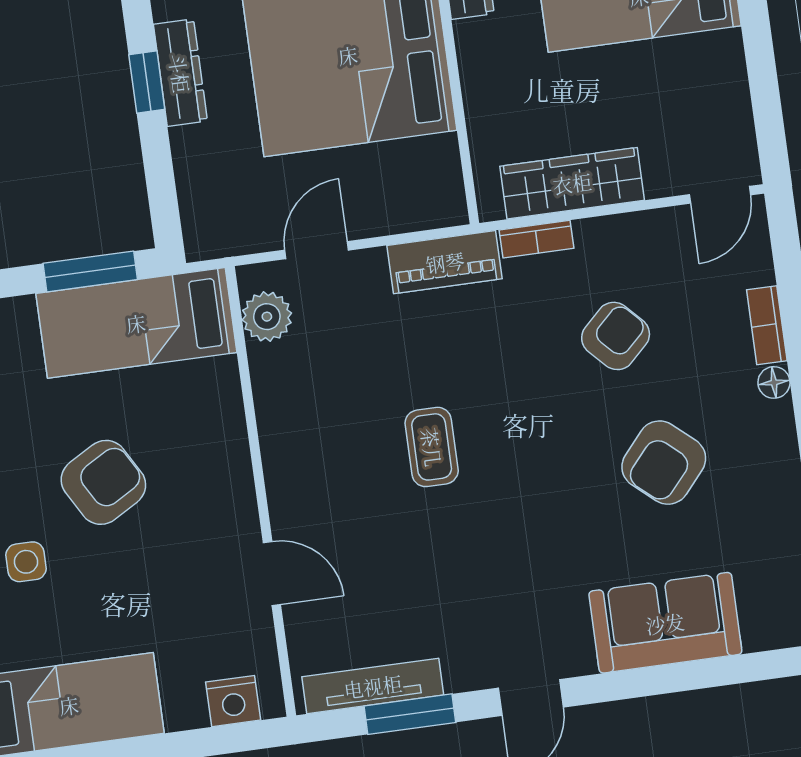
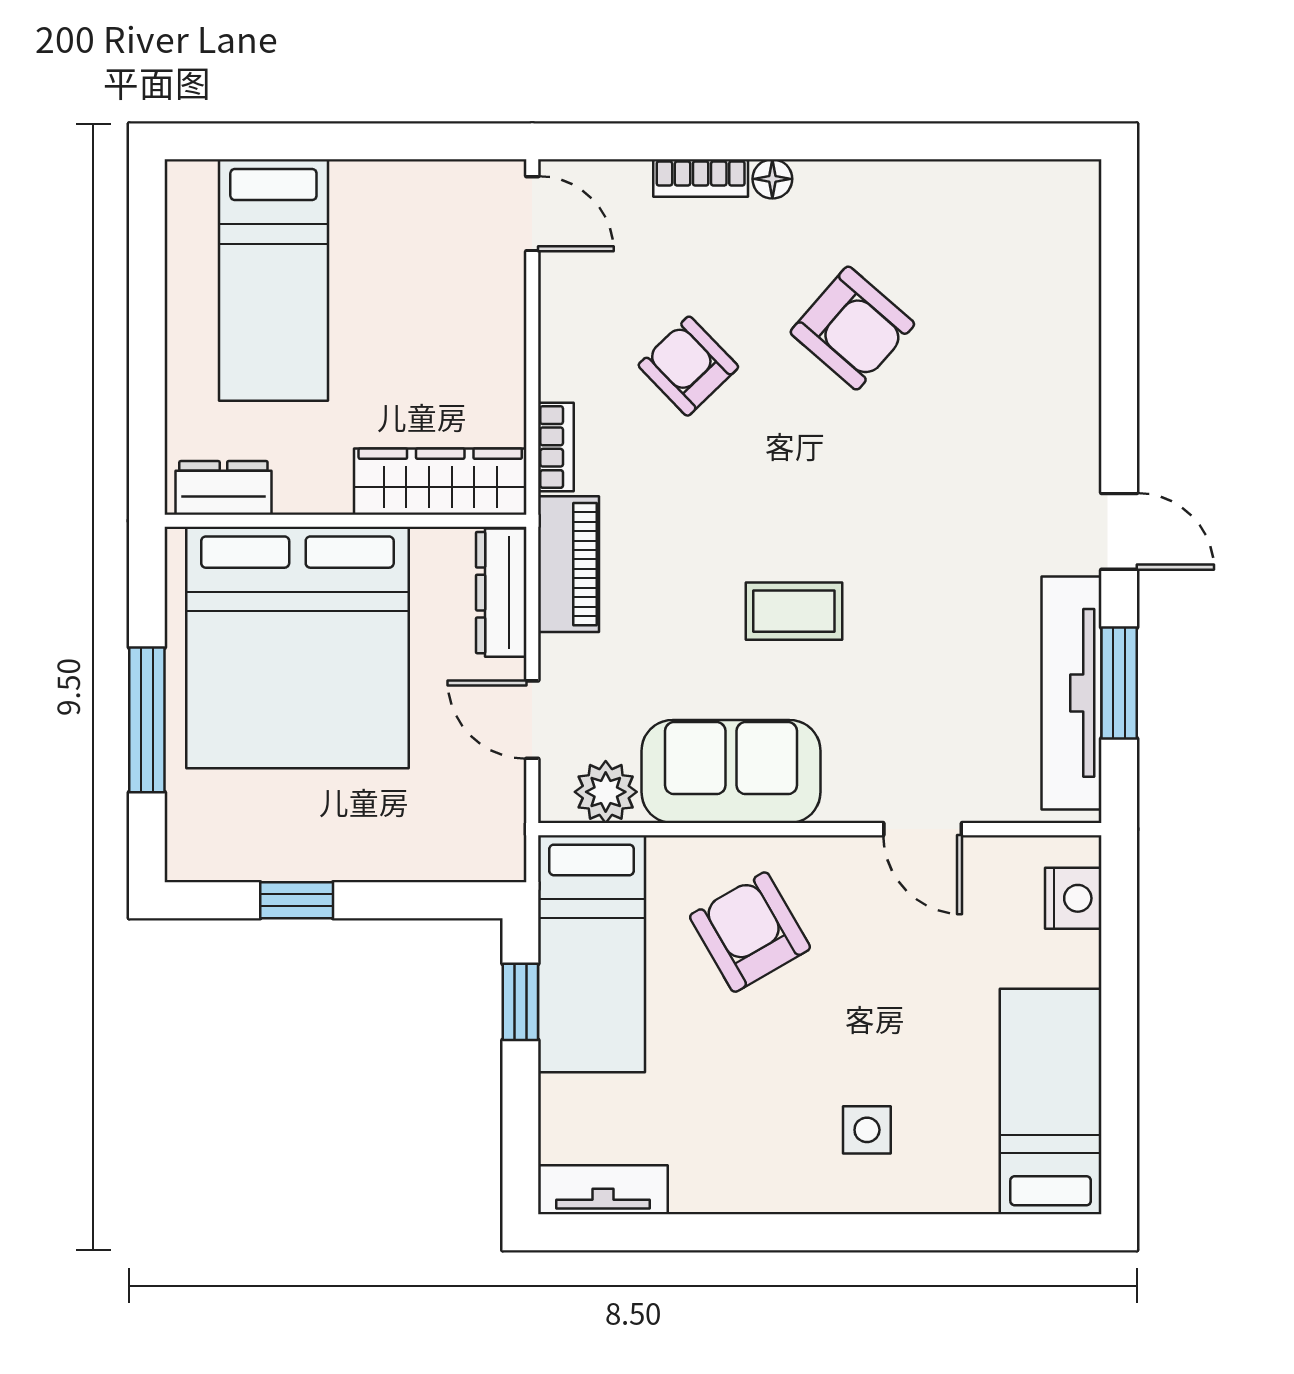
dresser: (180, 73) -> (501, 593), moved, turned -90
wardrobe: (572, 183) -> (440, 482), moved, turned 90
window: (90, 271) -> (520, 1002), width x0.67
armchair: (103, 482) -> (750, 932), moved
door: (272, 573) -> (923, 829), swing flipped
sofa: (665, 623) -> (731, 771), moved, turned 90
tv unit: (373, 686) -> (1072, 693), width x1.36, depth x1.29

